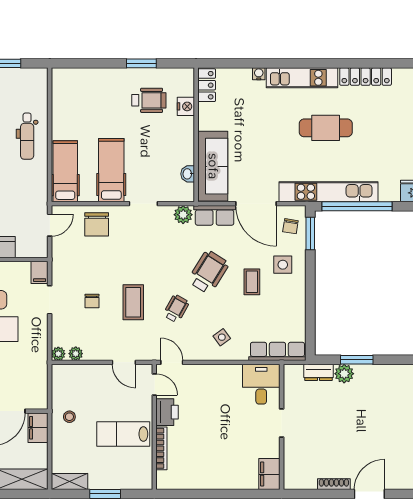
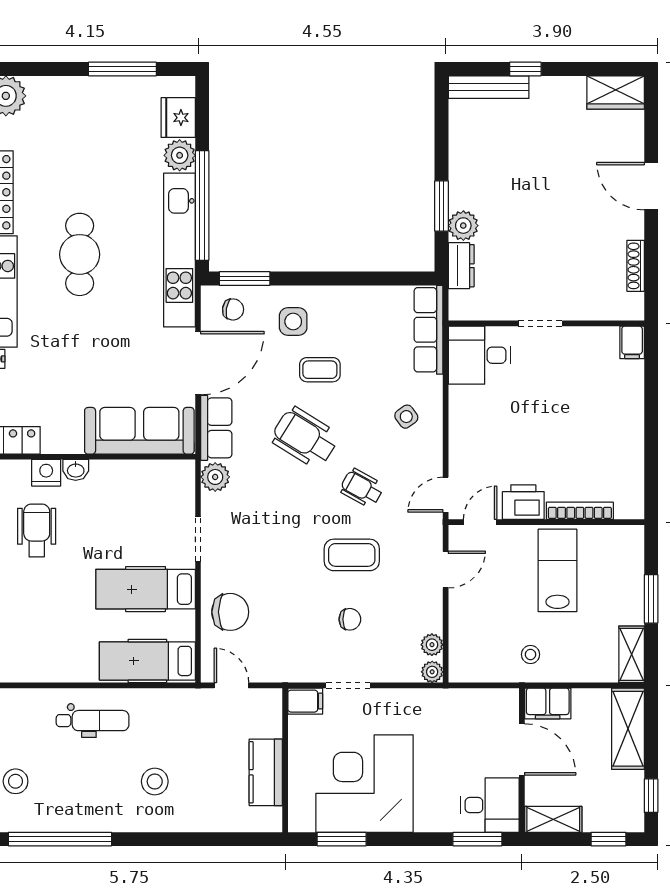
washbasin: (188, 174) -> (76, 470), moved
plant: (389, 192) -> (180, 155), added
lab bench: (123, 434) -> (558, 570), turned 180
filing cabinet: (269, 474) -> (632, 342), width x0.50
shoe rack: (334, 484) -> (636, 266), moved

